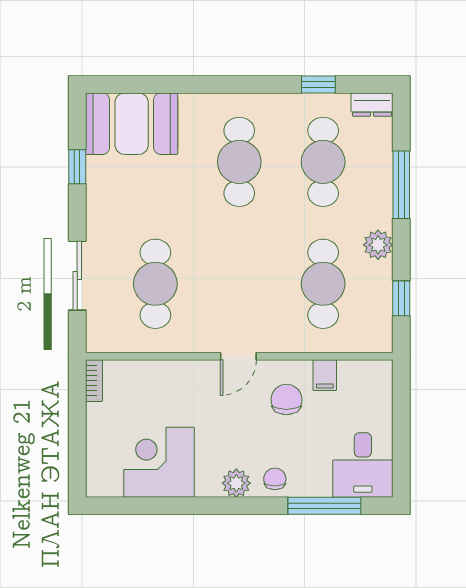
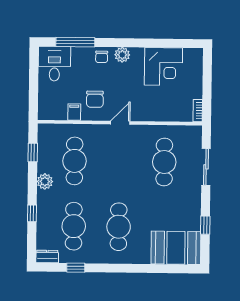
window: (401, 185) -> (32, 213), width x0.46

